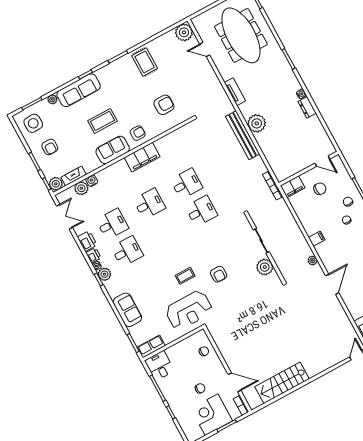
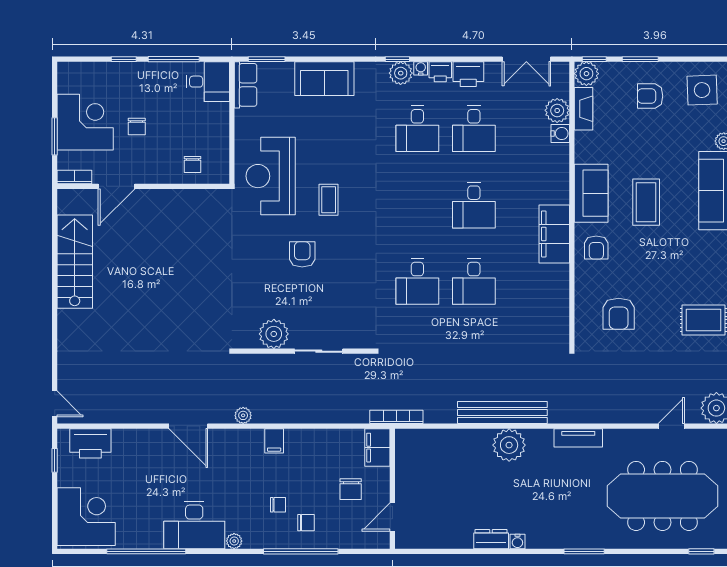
armchair: (219, 274) -> (302, 254), turned 90

